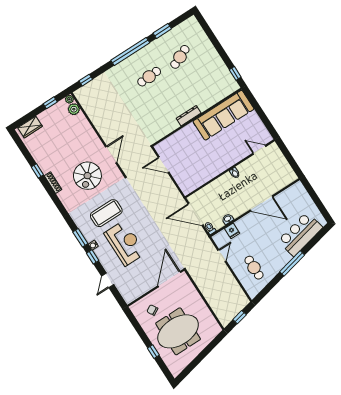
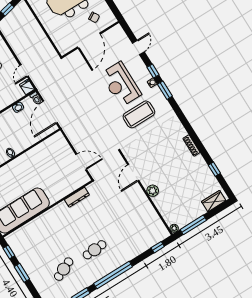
window: (222, 53) -> (22, 273), added
window: (50, 103) -> (193, 225), width x2.17
plant: (74, 109) -> (153, 191), moved
dresser: (189, 116) -> (77, 197), moved
window: (37, 171) -> (214, 169), moved
spiral stairs: (87, 176) -> (157, 152), removed
door: (195, 214) -> (50, 112), swing flipped
fridge: (232, 231) -> (27, 87), moved
door: (169, 279) -> (89, 41), moved

